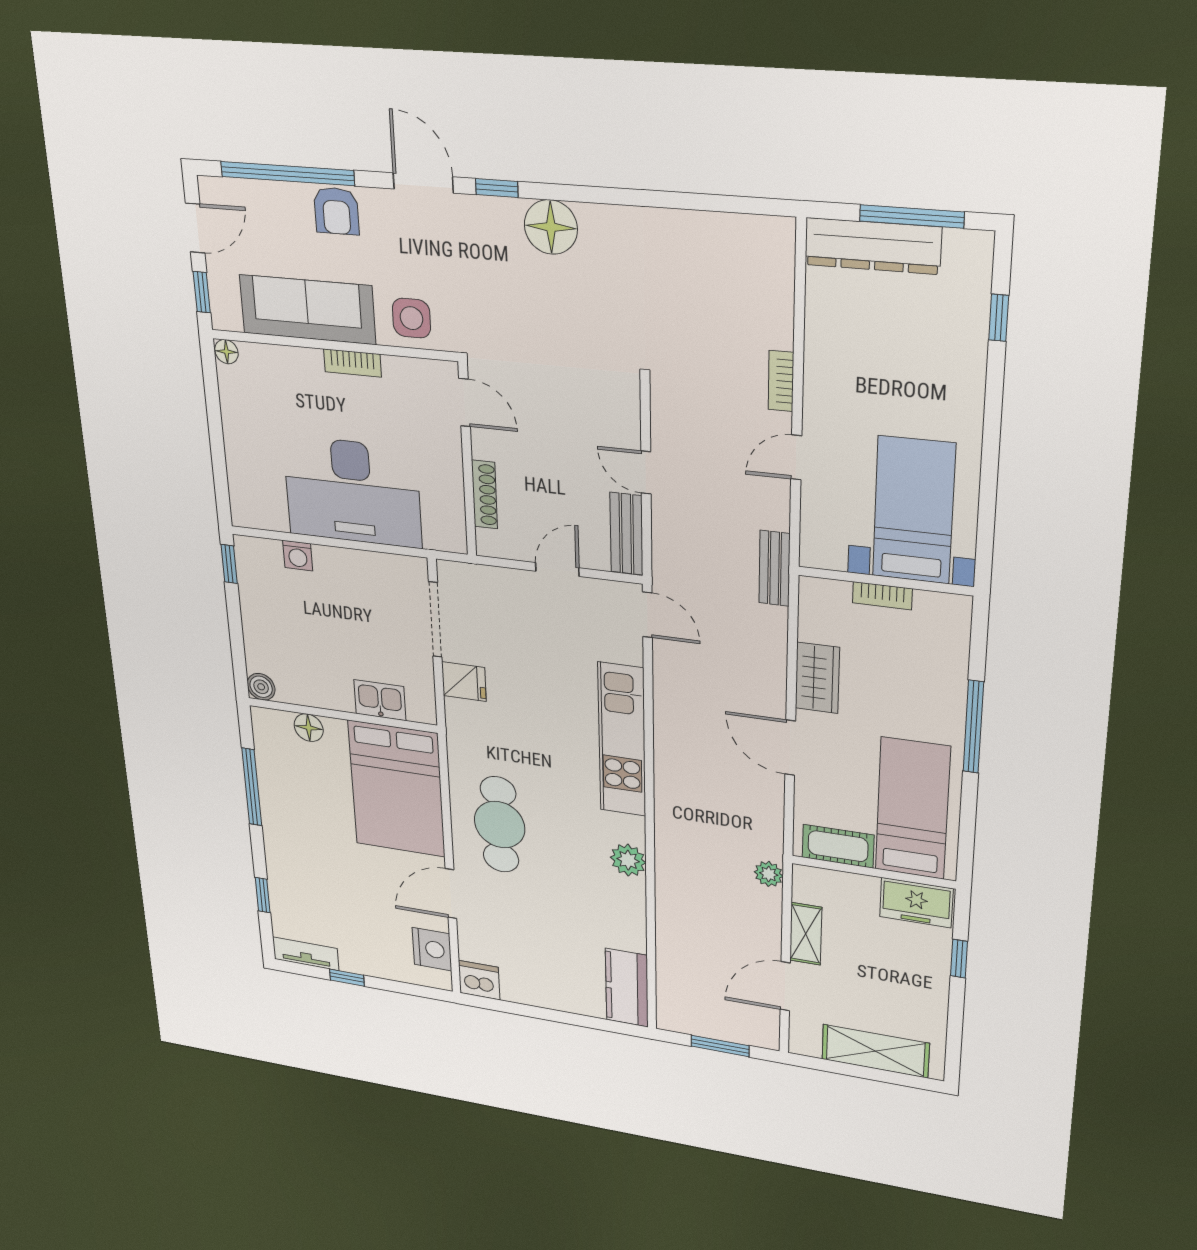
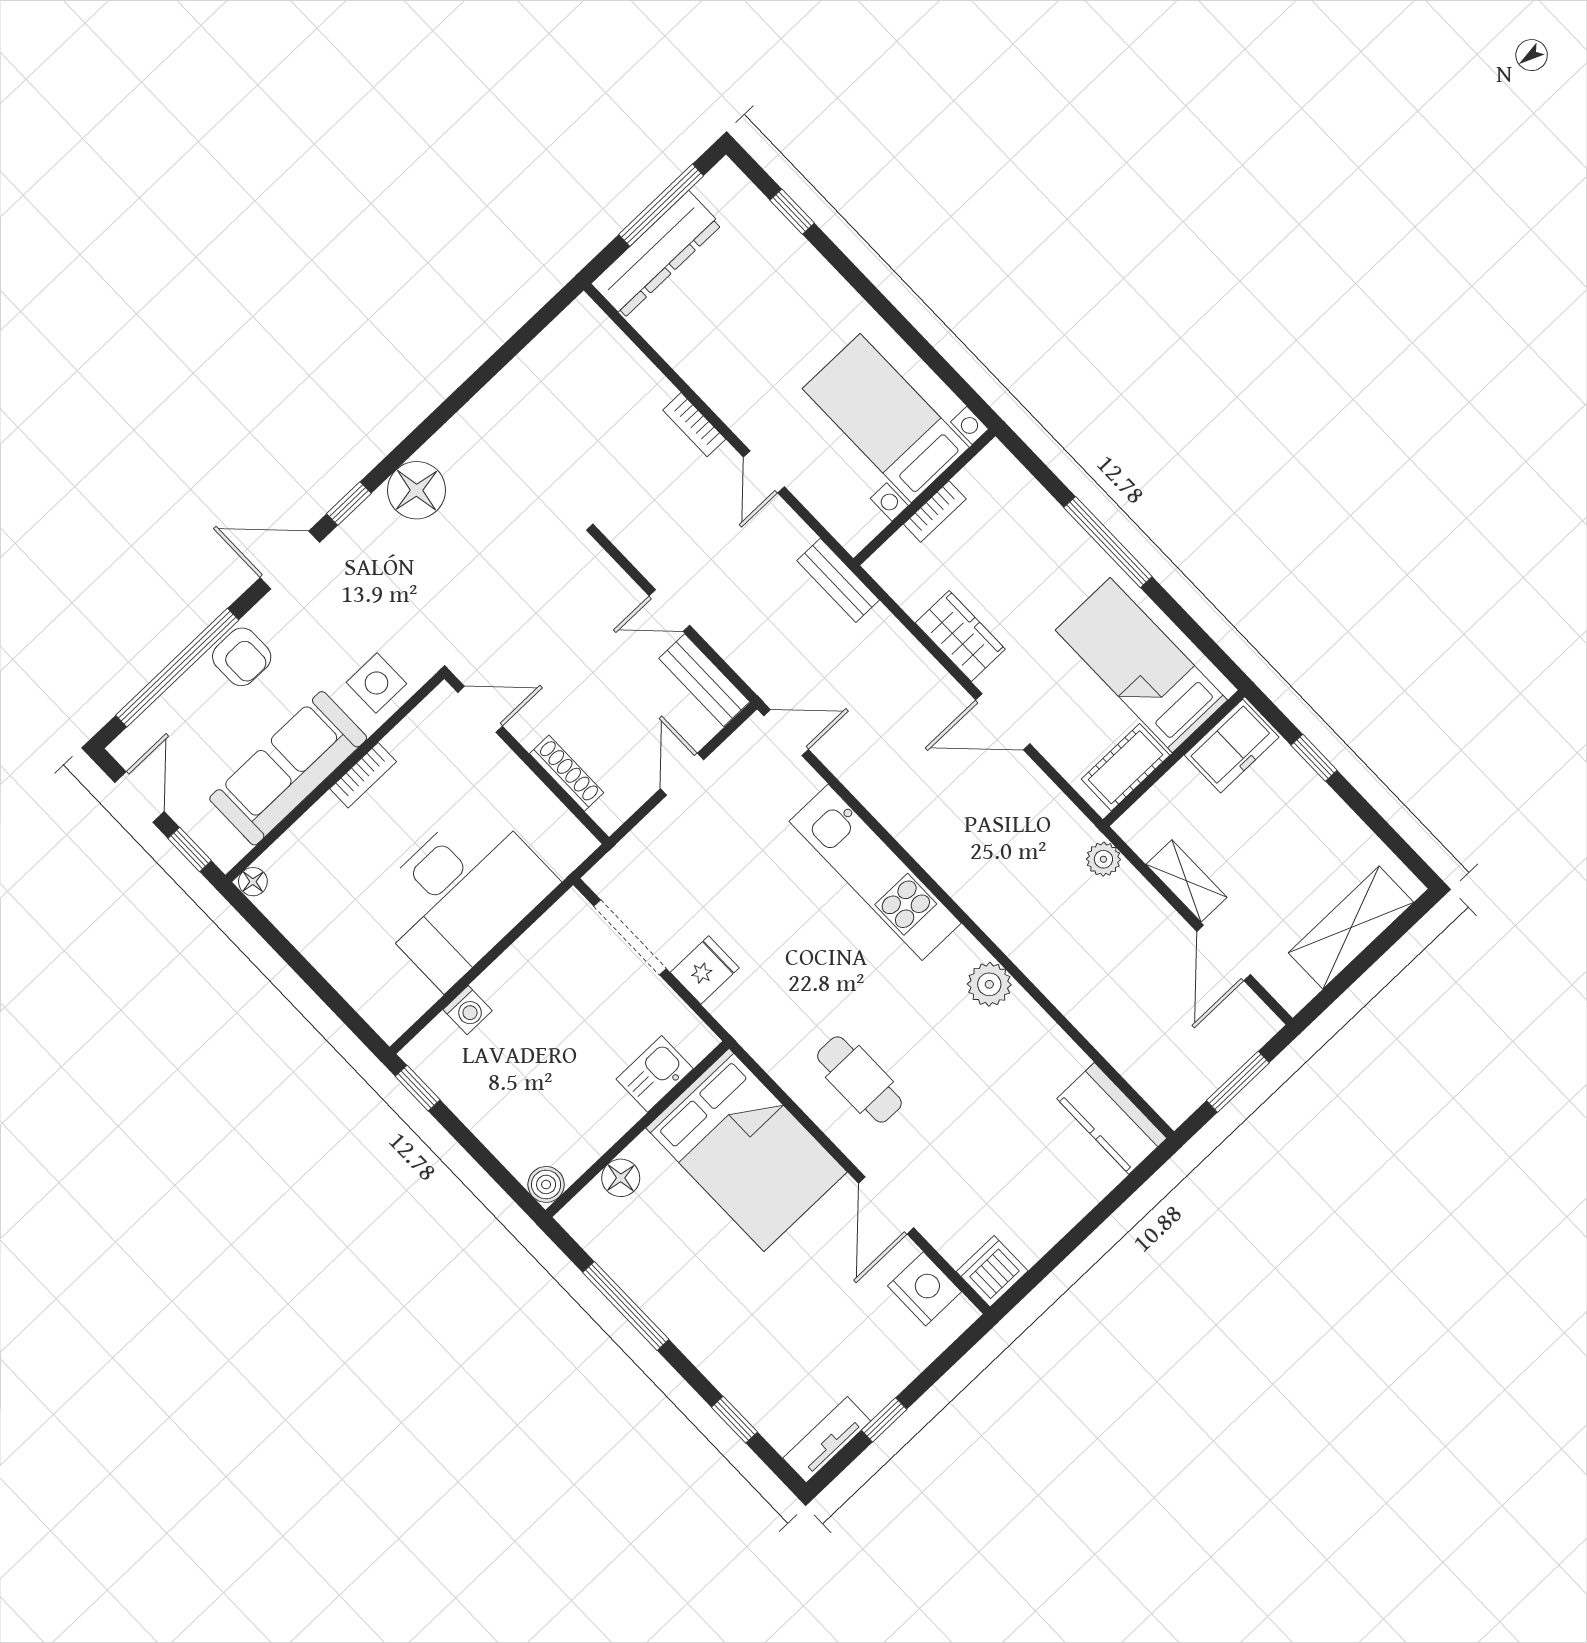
cafe table: (500, 825) -> (859, 1079), width x0.73, depth x0.74

